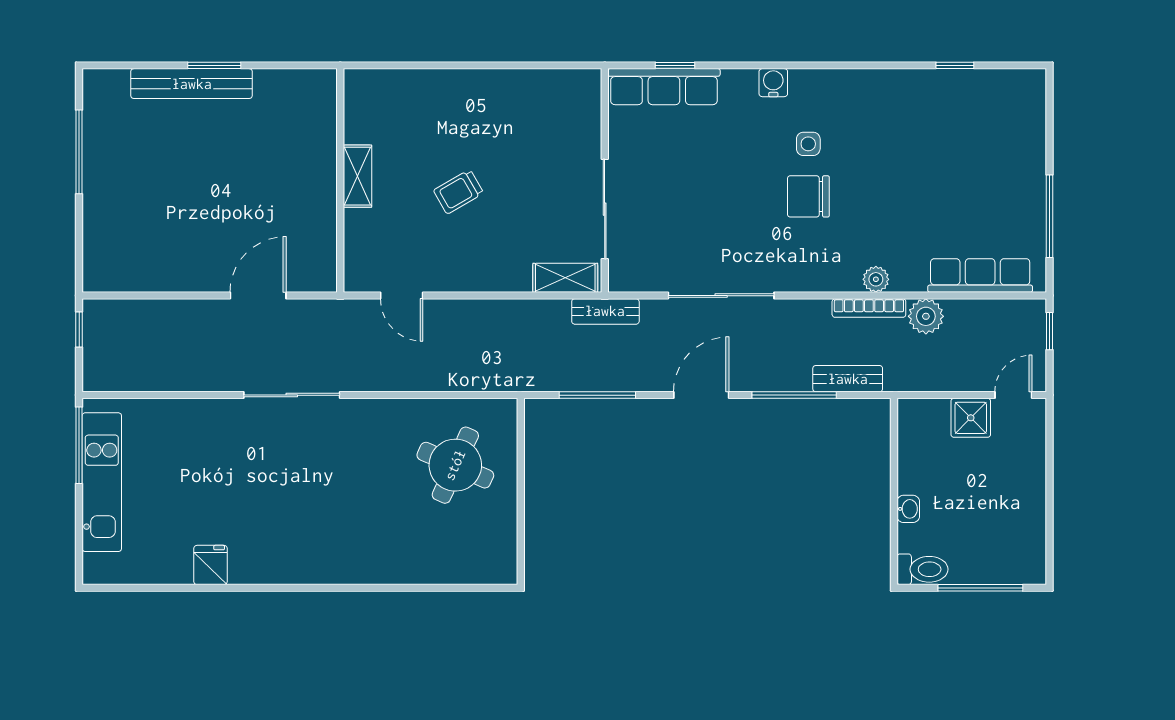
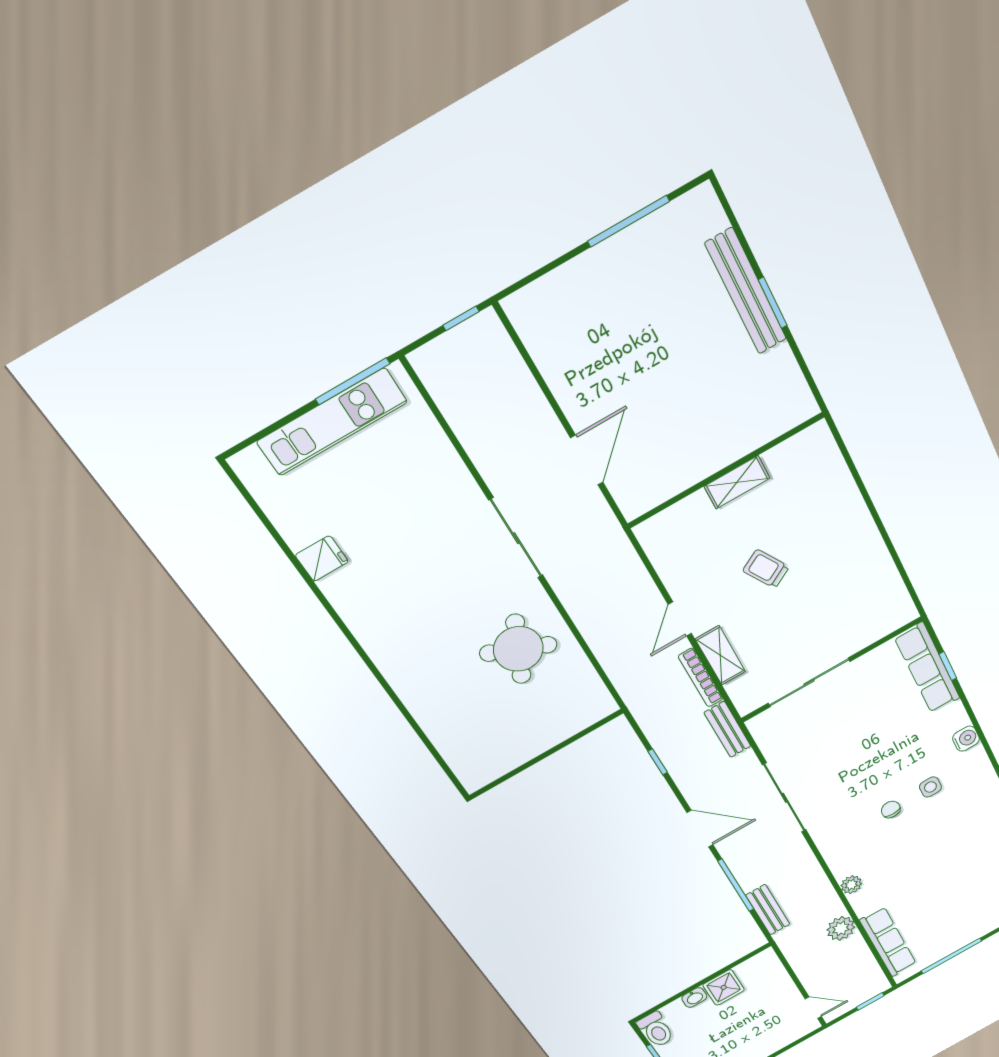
chair: (808, 196) -> (891, 809), width x0.54, depth x0.54
shelving: (565, 278) -> (720, 655), moved
door: (258, 296) -> (587, 460), hinge flipped
door: (402, 296) -> (680, 619), moved
bookcase: (869, 308) -> (701, 678), moved
window: (597, 395) -> (658, 762), width x0.46
shower: (971, 418) -> (724, 987), moved
round table: (455, 465) -> (518, 649), moved

